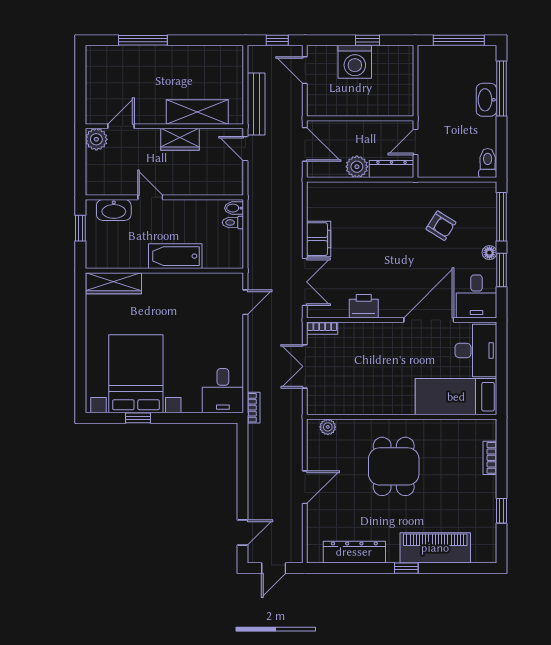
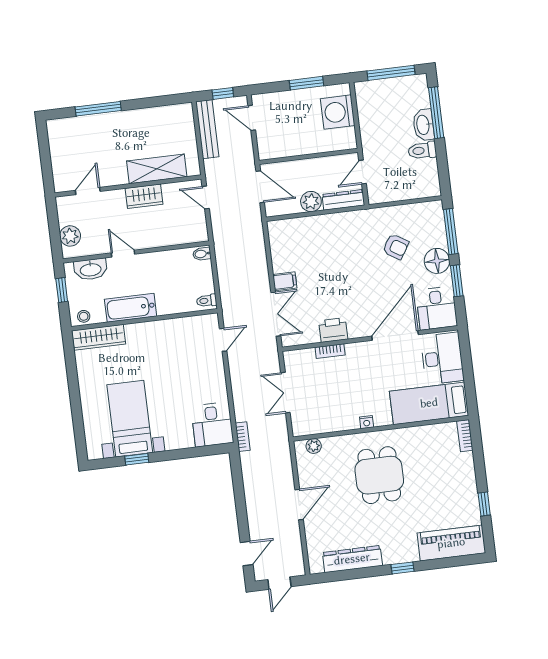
window: (368, 40) -> (306, 83), width x1.50
washing machine: (355, 62) -> (338, 112), moved, turned 90
bench: (256, 104) -> (207, 129), moved
plant: (96, 139) -> (70, 236), moved
toilet: (488, 163) -> (422, 150), moved, turned -90
toilet: (233, 223) -> (207, 301), moved
filing cabinet: (319, 239) -> (285, 281), width x0.50
floor lamp: (489, 253) -> (437, 261), width x1.89, depth x1.89
bathtub: (175, 256) -> (131, 308), moved
stool: (100, 259) -> (84, 316), added
bookcase: (322, 328) -> (330, 351), moved
bed with nightstands: (136, 374) -> (130, 419), width x0.73
nightstand: (387, 408) -> (367, 422), added
bookcase: (490, 458) -> (465, 436), moved
piano: (435, 548) -> (451, 543), moved

